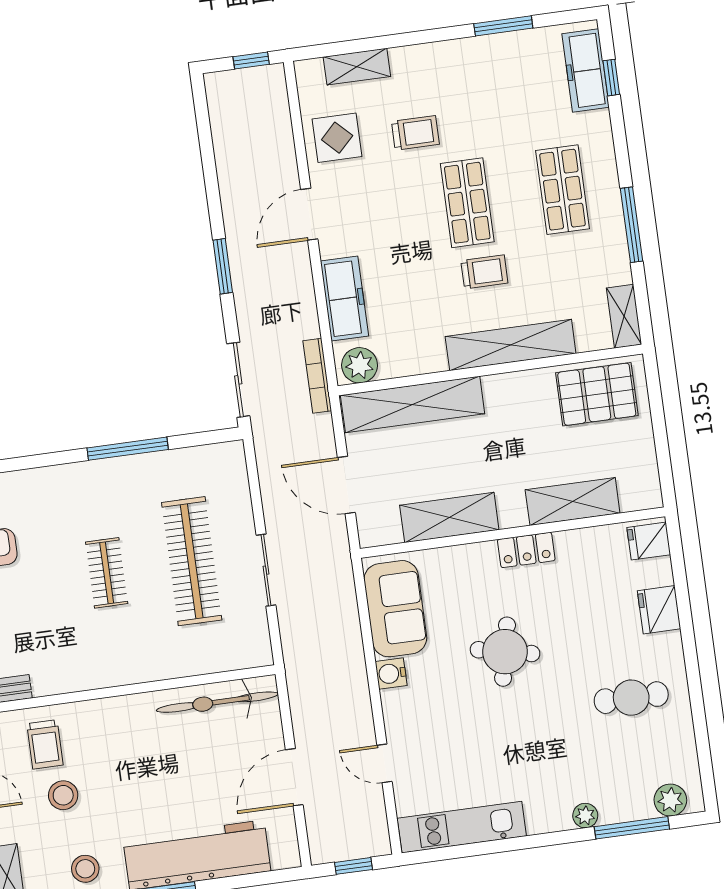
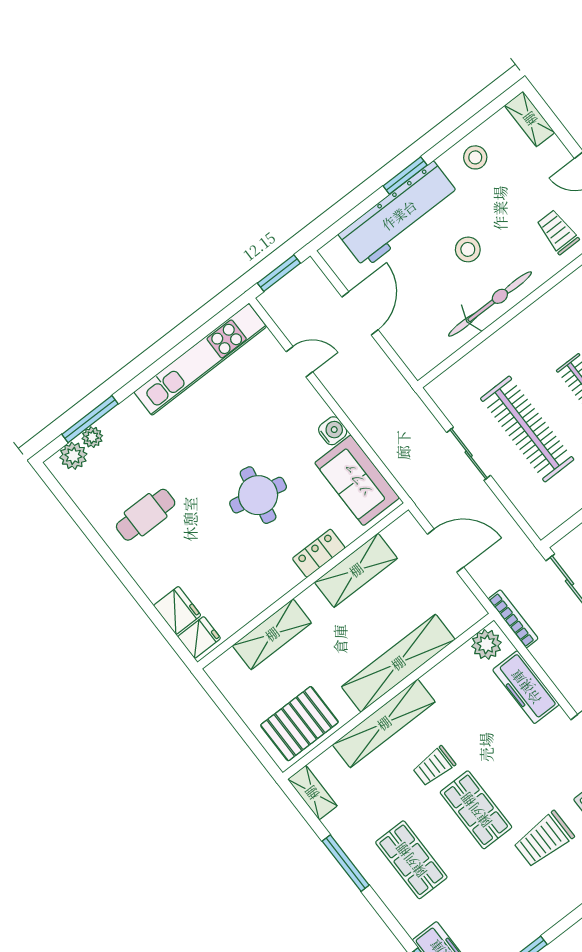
trolley: (415, 133) -> (544, 839), width x1.36, depth x1.39
shelving: (413, 404) -> (398, 663), moved
locker: (526, 550) -> (319, 553), moved
fridge: (659, 610) -> (177, 610), moved
bicycle: (217, 702) -> (490, 304), moved
stool: (63, 795) -> (468, 249), moved
plant: (585, 816) -> (92, 437), moved
kitchen unit: (462, 827) -> (200, 359), width x1.36
window: (353, 866) -> (279, 273), width x1.50

